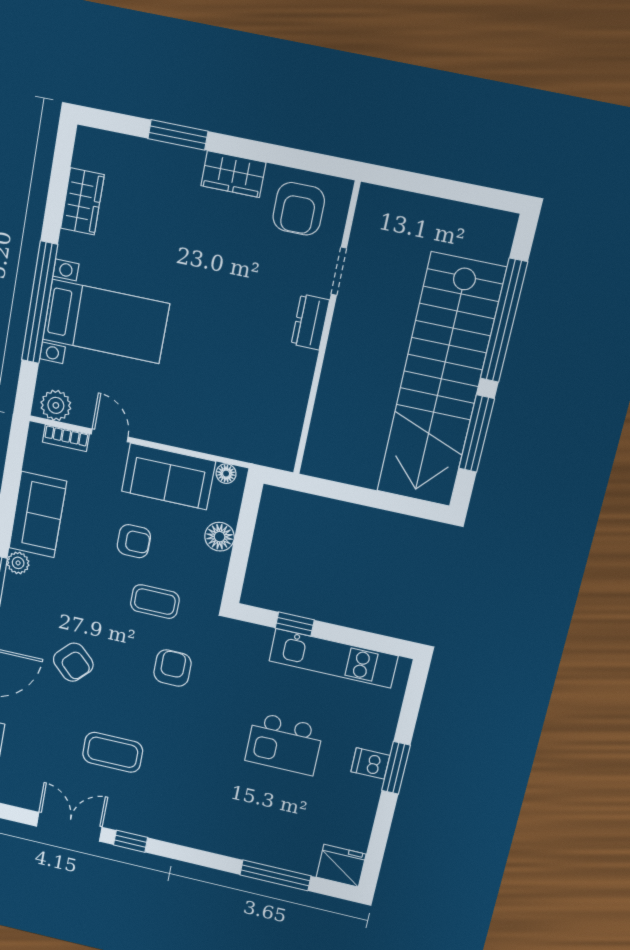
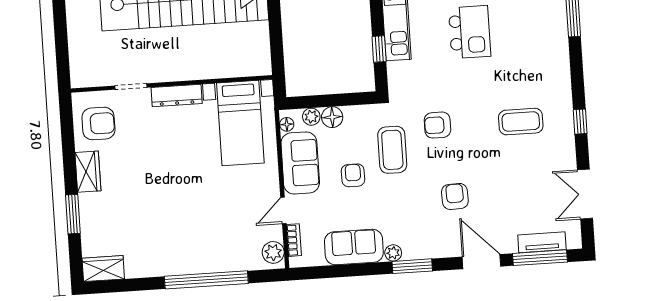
wardrobe: (82, 201) -> (103, 269), moved
bed with nightstands: (106, 322) -> (240, 123), moved, turned 180
dresser: (310, 322) -> (177, 95), width x1.44
plant: (228, 509) -> (311, 117), added
coffee table: (155, 602) -> (392, 150), width x1.36, depth x1.30
armchair: (73, 662) -> (455, 196), turned -46
coffee table: (113, 752) -> (521, 122), moved, turned 90
double door: (69, 827) -> (585, 194), moved

